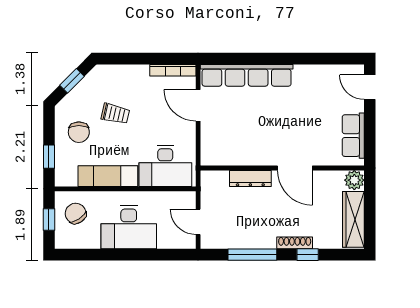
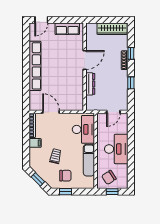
row of seats: (247, 75) -> (35, 66), moved
filing cabinet: (140, 76) -> (35, 143), added
door: (198, 105) -> (51, 112), swing flipped
window: (49, 157) -> (66, 192), moved
plant: (354, 180) -> (91, 28), removed
window: (252, 255) -> (131, 83), width x0.46

